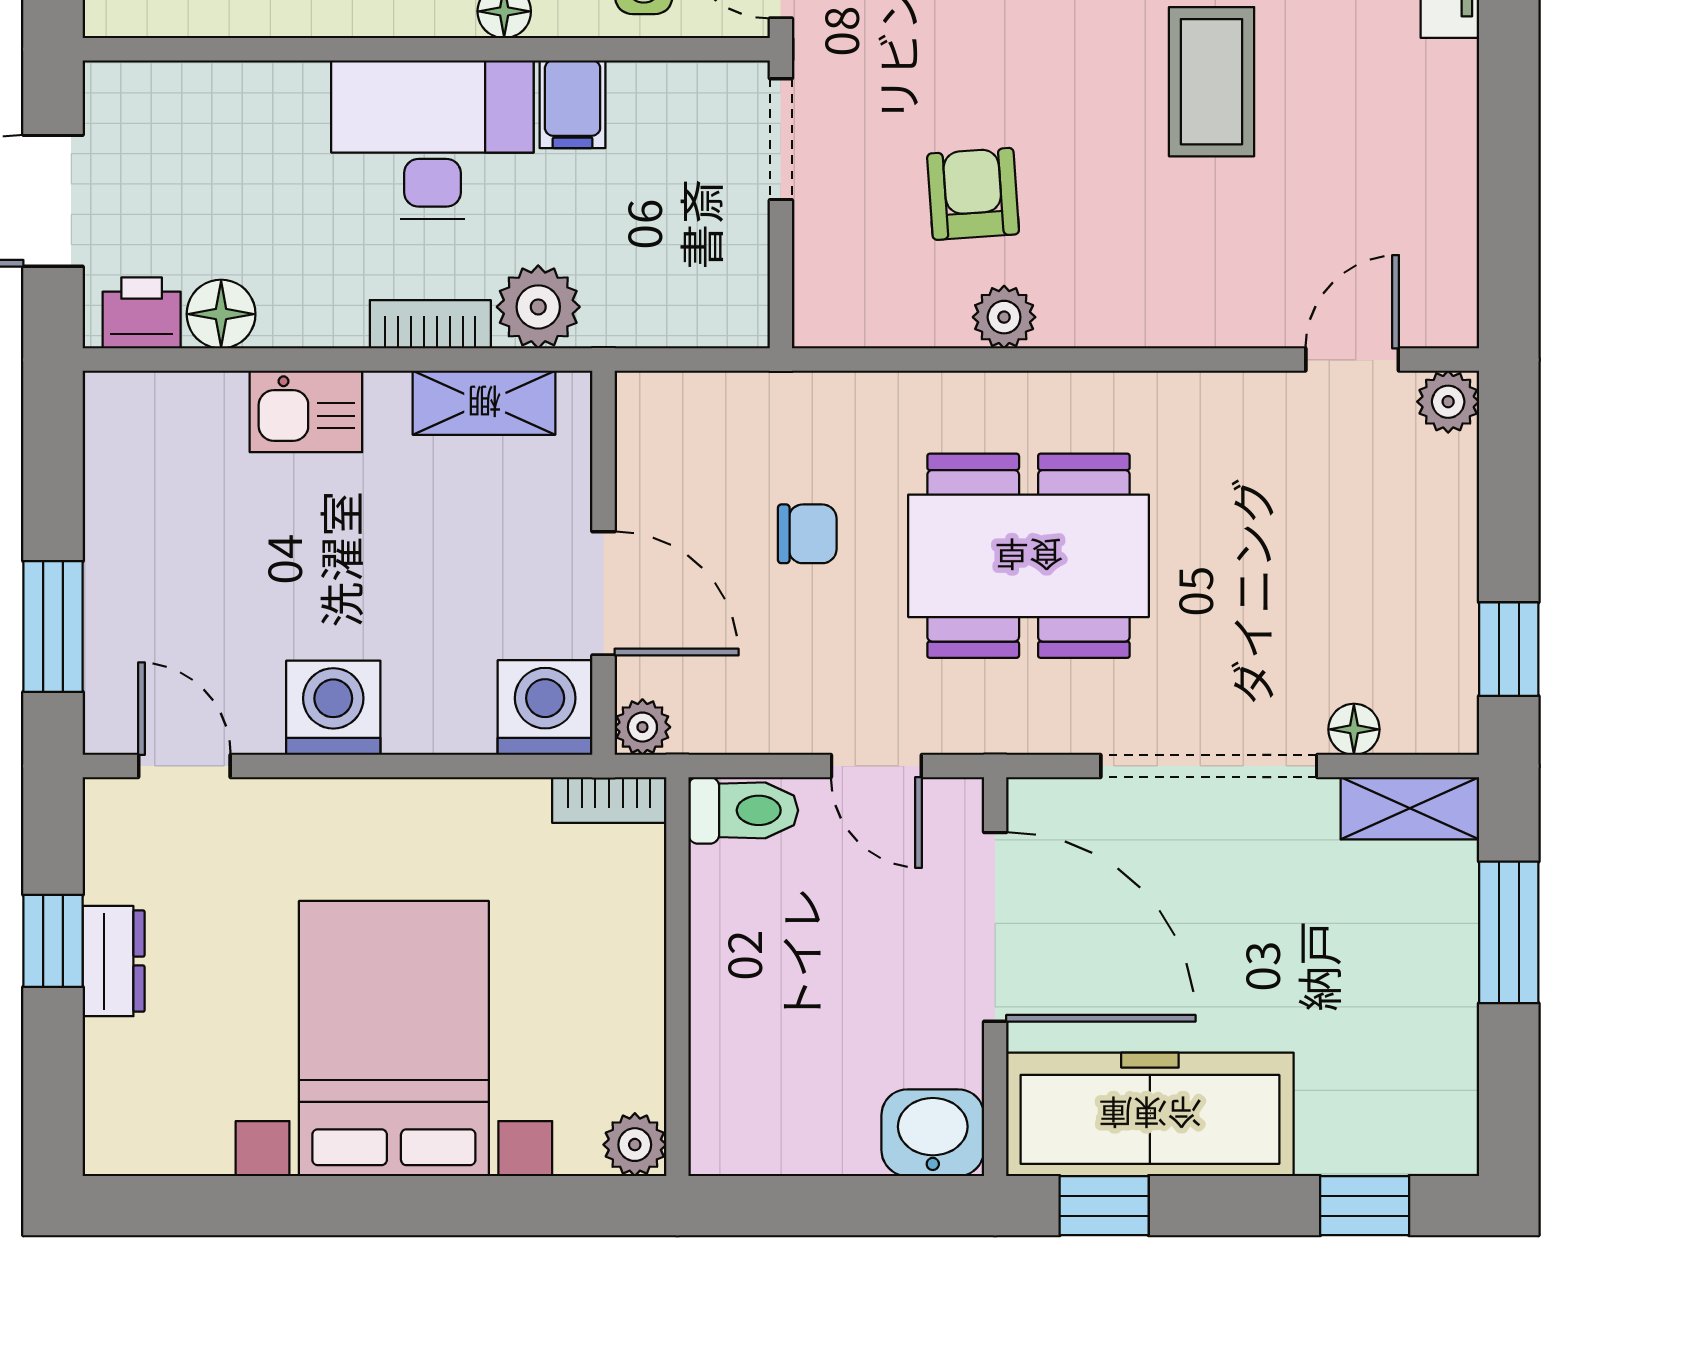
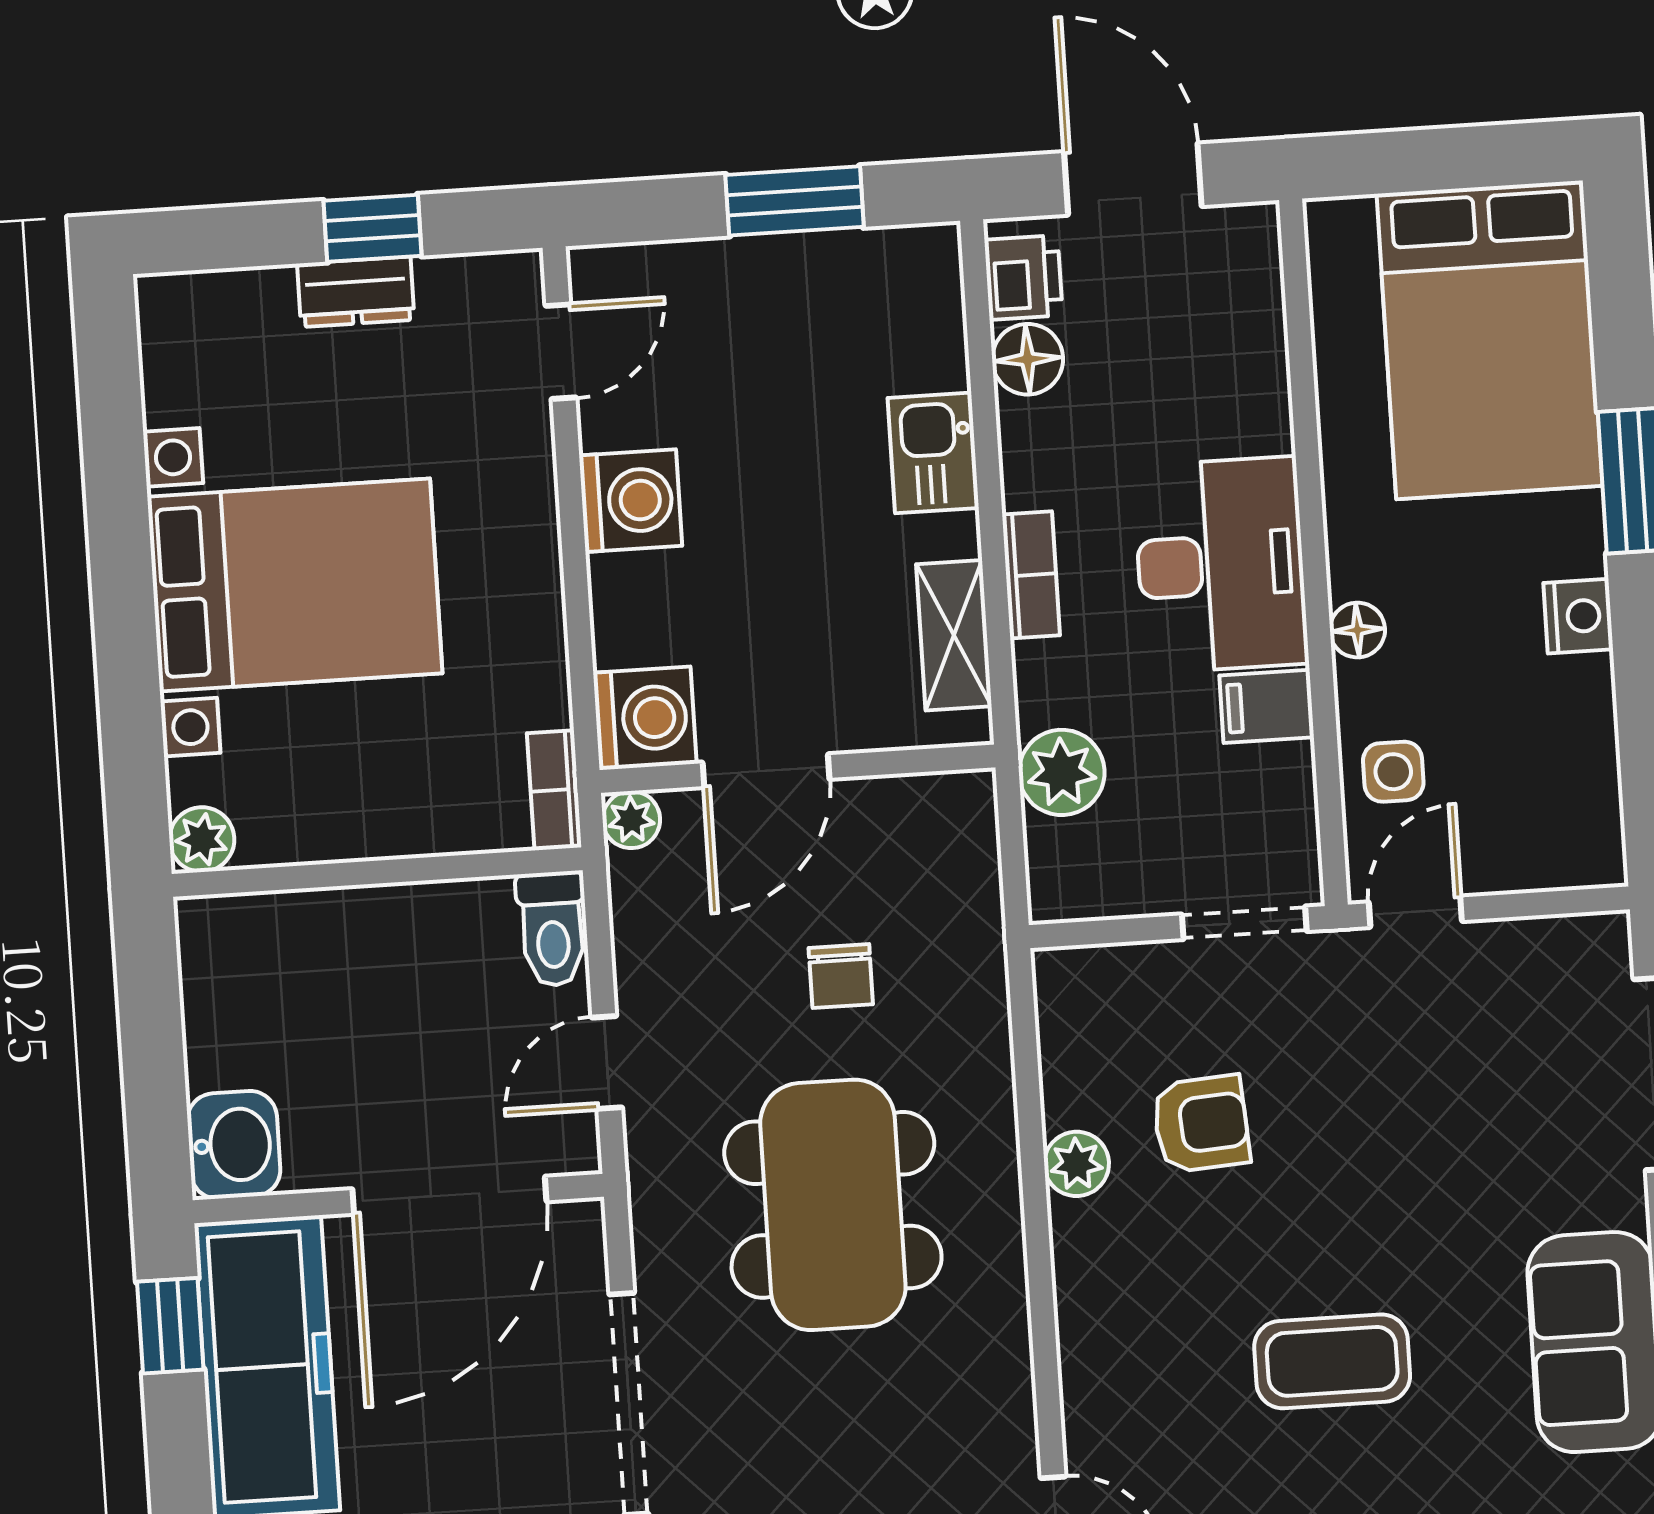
plant: (538, 307) -> (1062, 772), moved
window: (53, 627) -> (795, 201), moved

